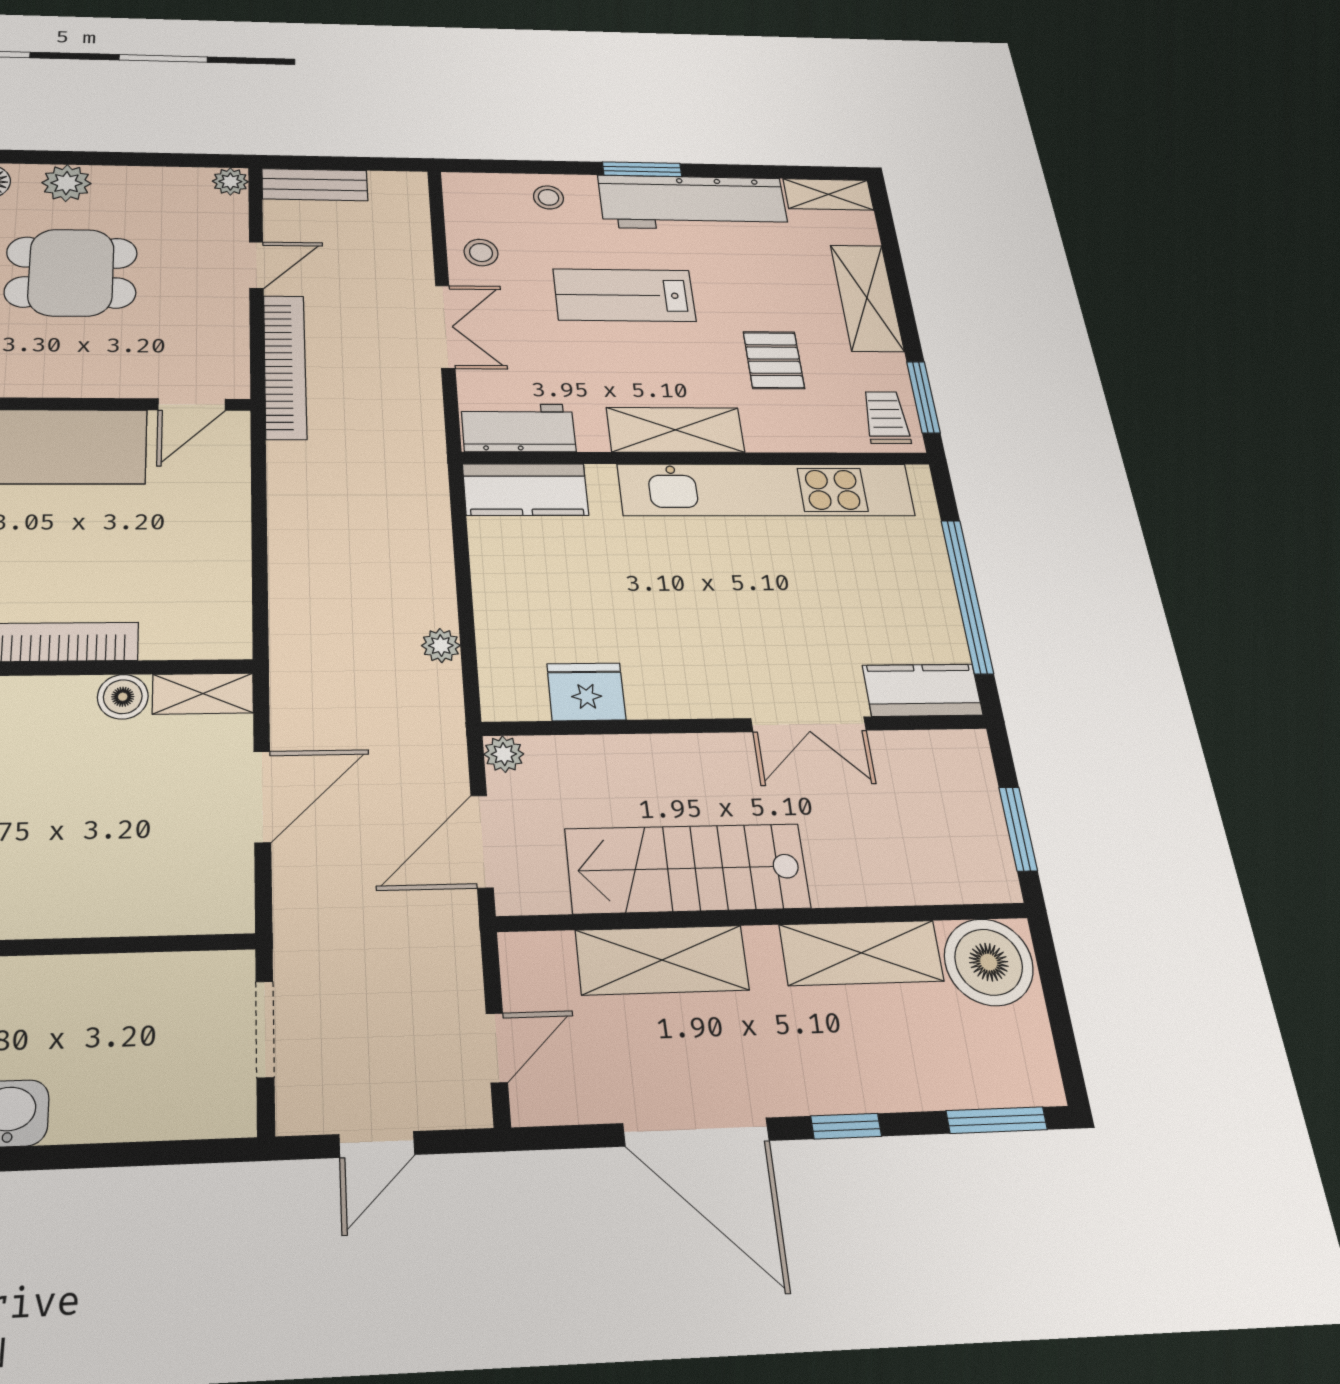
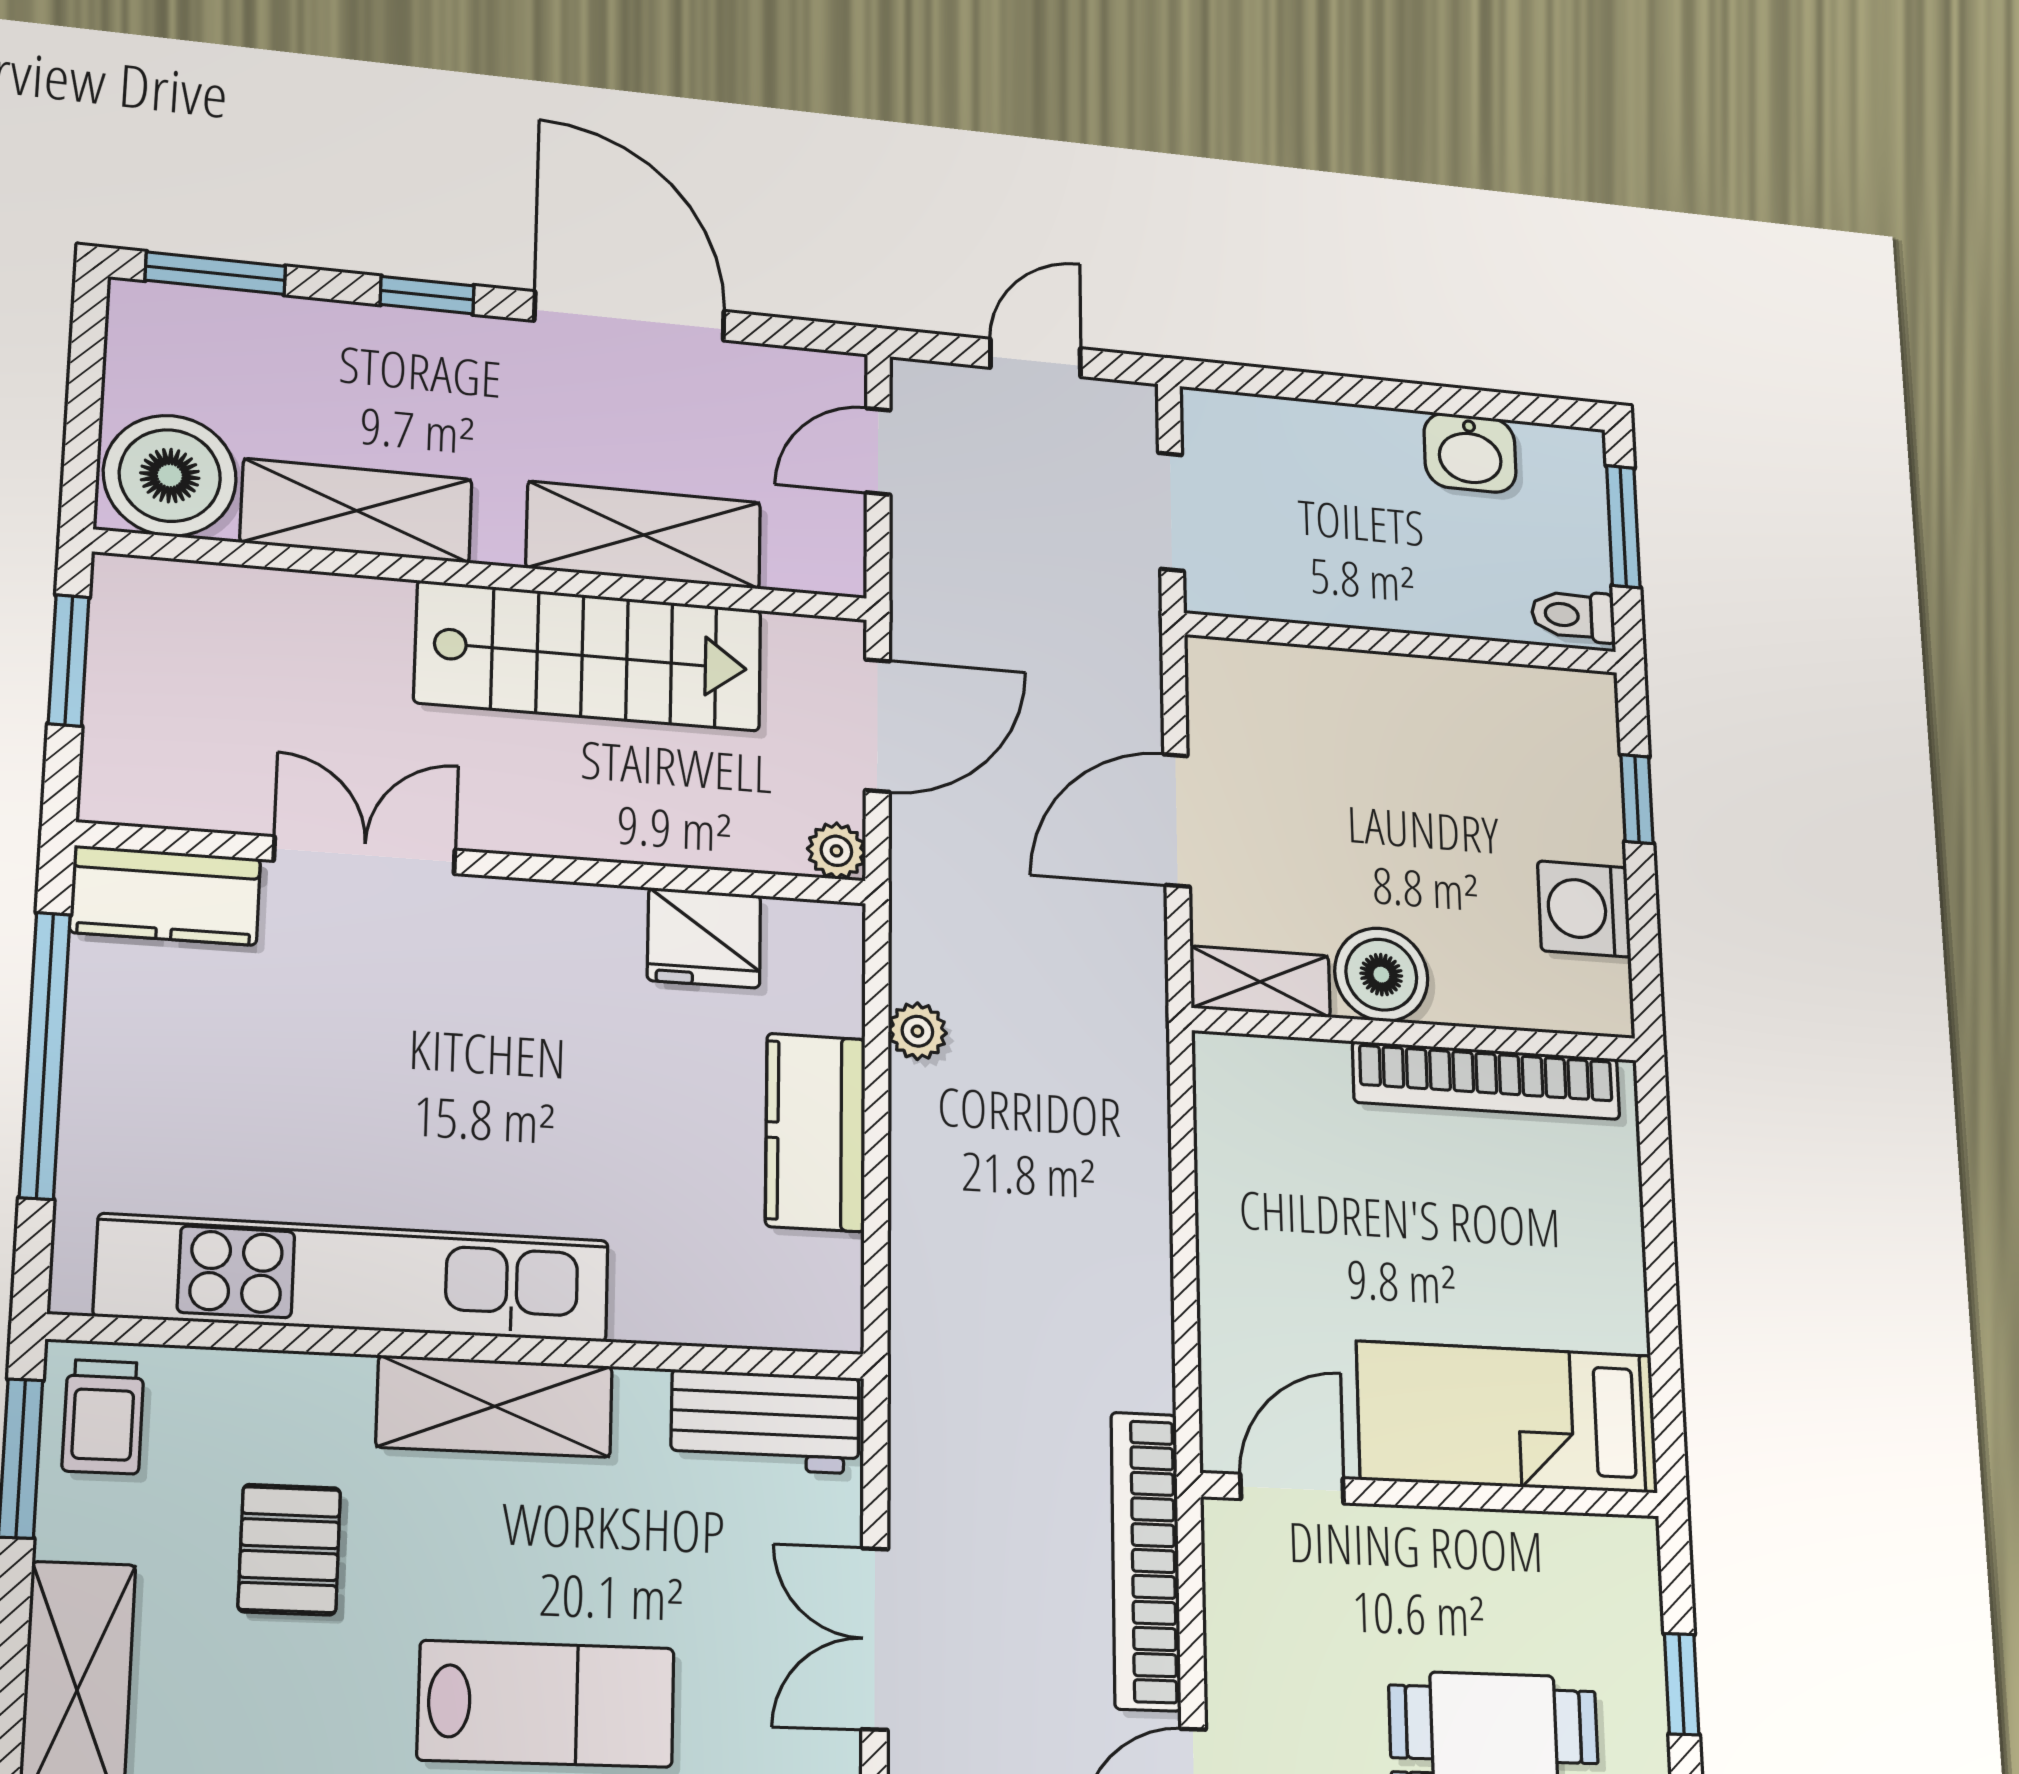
kitchen counter: (525, 489) -> (816, 1132), moved, turned -90
boiler: (123, 697) -> (1381, 975), width x1.36, depth x1.36

